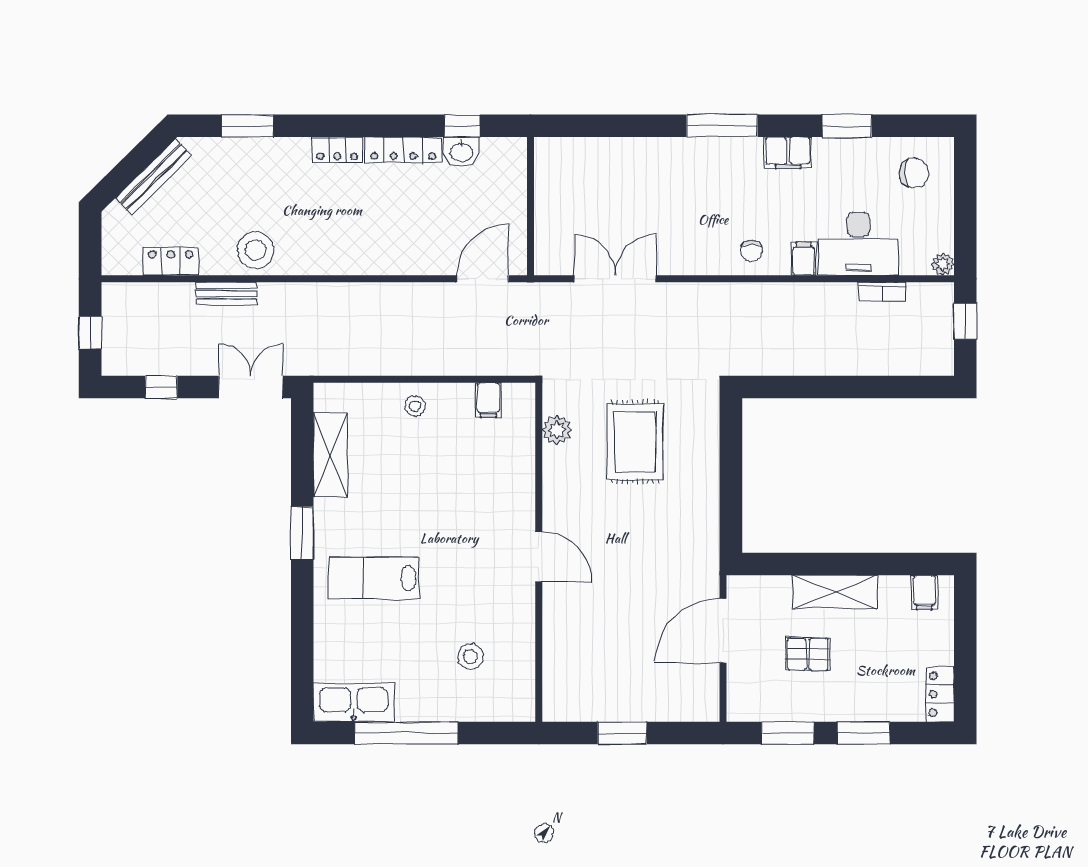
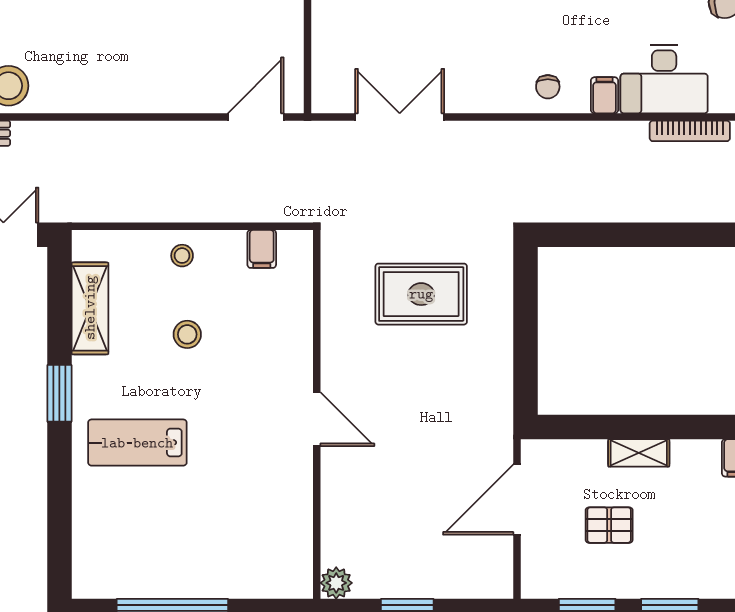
bookcase: (882, 292) -> (690, 131), width x1.56
plant: (557, 430) -> (336, 583), moved
rug: (635, 442) -> (421, 294), turned 90
shelving: (835, 592) -> (639, 453), width x0.67, depth x0.75
stool: (470, 656) -> (187, 334), moved
kitchen sink: (354, 702) -> (116, 578), removed

